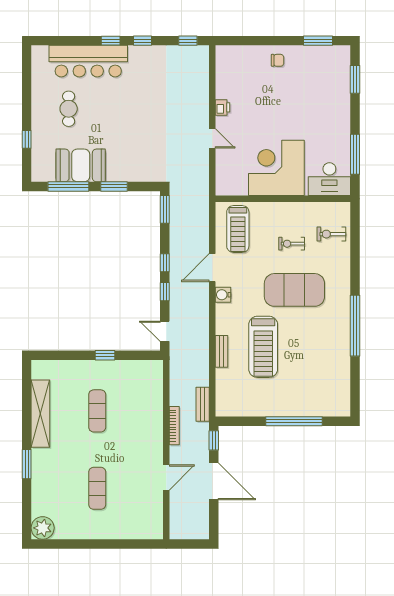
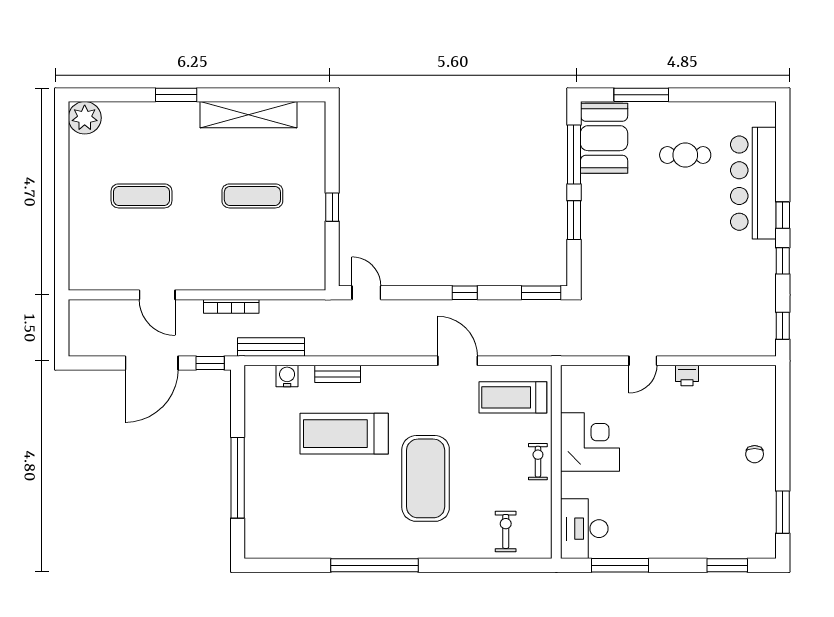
window: (27, 139) -> (641, 95), width x2.17
booth: (81, 165) -> (604, 138), moved
corner desk: (276, 168) -> (590, 442), width x0.74, depth x0.74
exercise bike: (292, 244) -> (538, 462), moved
window: (165, 292) -> (423, 293), removed
water cooler: (223, 295) -> (287, 376), moved
door: (165, 331) -> (366, 293), hinge flipped
bench: (203, 404) -> (271, 347), width x1.36

